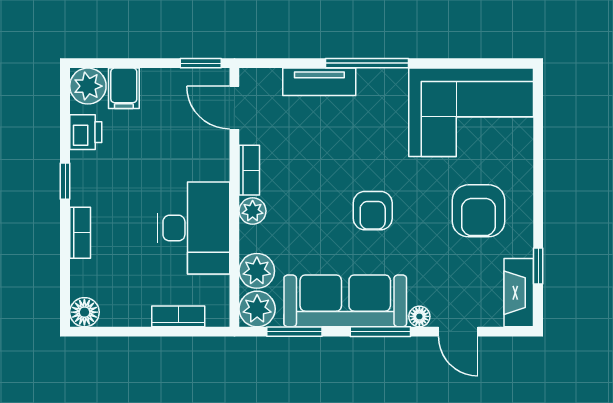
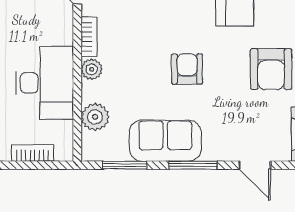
armchair: (373, 211) -> (187, 69), turned 180
sofa: (345, 301) -> (165, 141), width x0.73
plant: (257, 309) -> (95, 147), removed
floor lamp: (419, 316) -> (224, 153), removed

